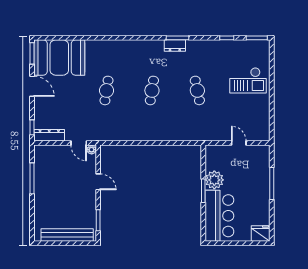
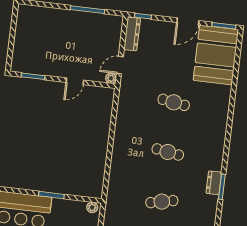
plant: (214, 180) -> (92, 207), moved, width x0.53, depth x0.53
bench: (67, 235) -> (21, 40), removed

